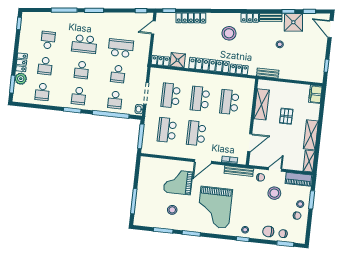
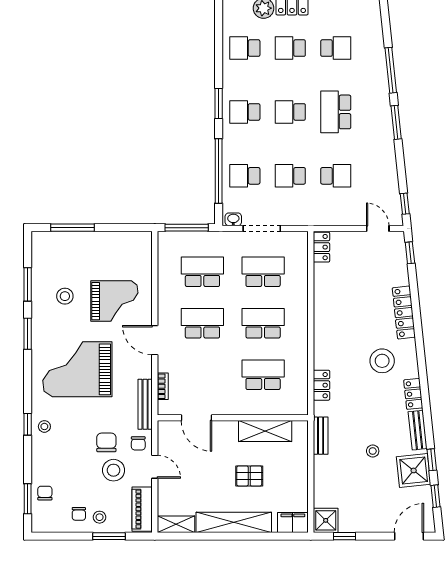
locker: (191, 18) -> (404, 313), moved
school desk: (121, 48) -> (336, 176), width x0.54
shower: (178, 60) -> (326, 520), moved
locker: (209, 65) -> (323, 332), removed
shelving: (311, 135) -> (234, 522), width x1.47
grand piano: (178, 182) -> (114, 301), turned 90
chair: (268, 231) -> (106, 442), moved

